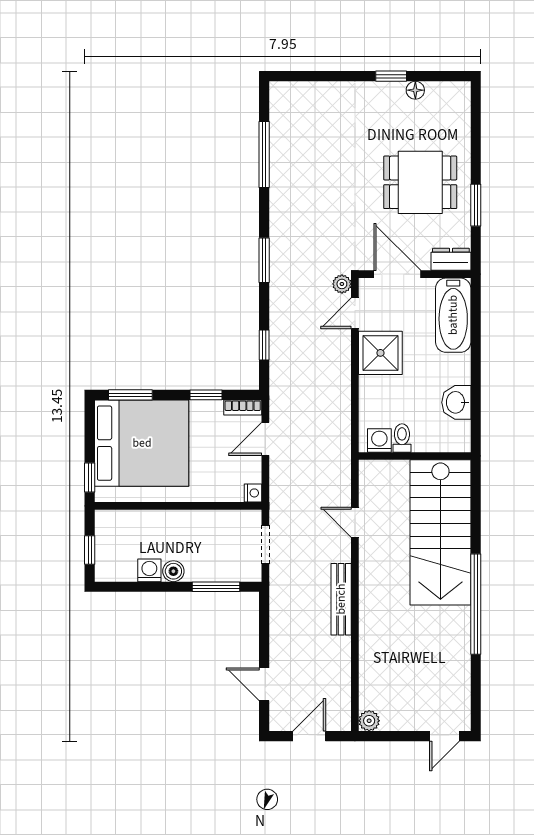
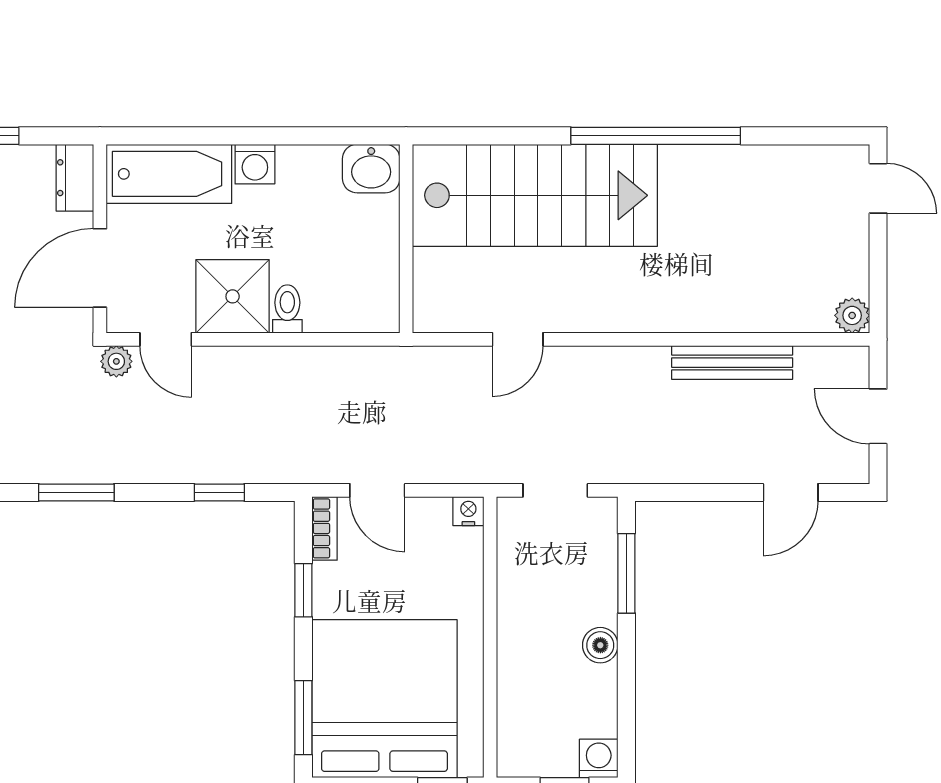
washbasin: (456, 402) -> (371, 169), moved
toilet: (402, 438) -> (287, 309), moved, turned 90
washing machine: (379, 440) -> (255, 164), moved, turned -90
washing machine: (149, 570) -> (599, 758), moved, turned 90
bench: (341, 599) -> (732, 363), moved

